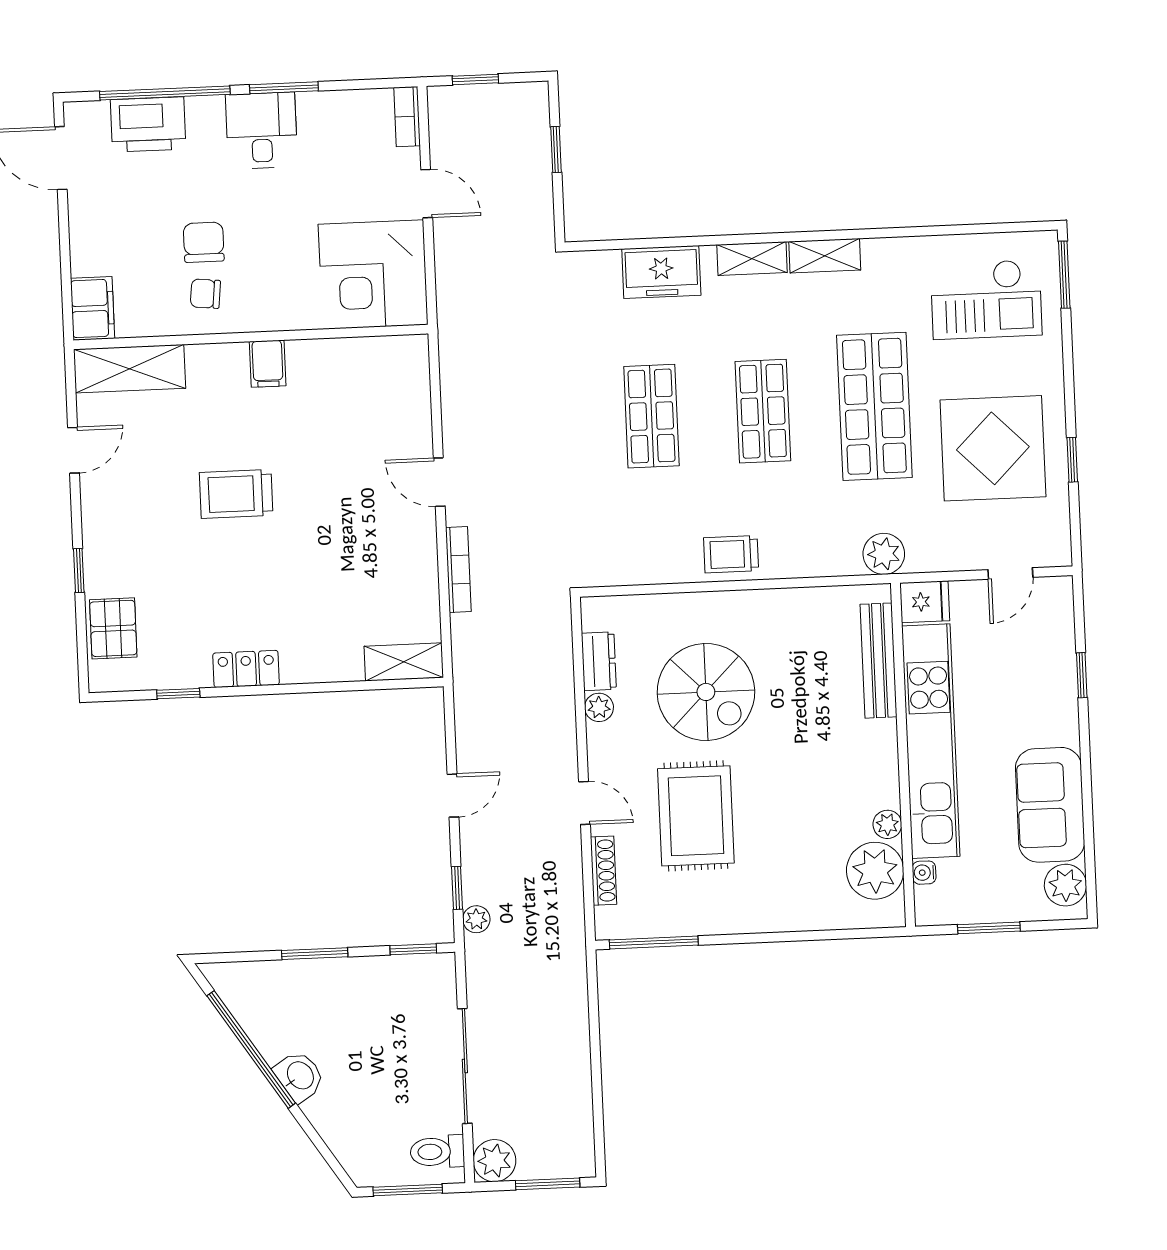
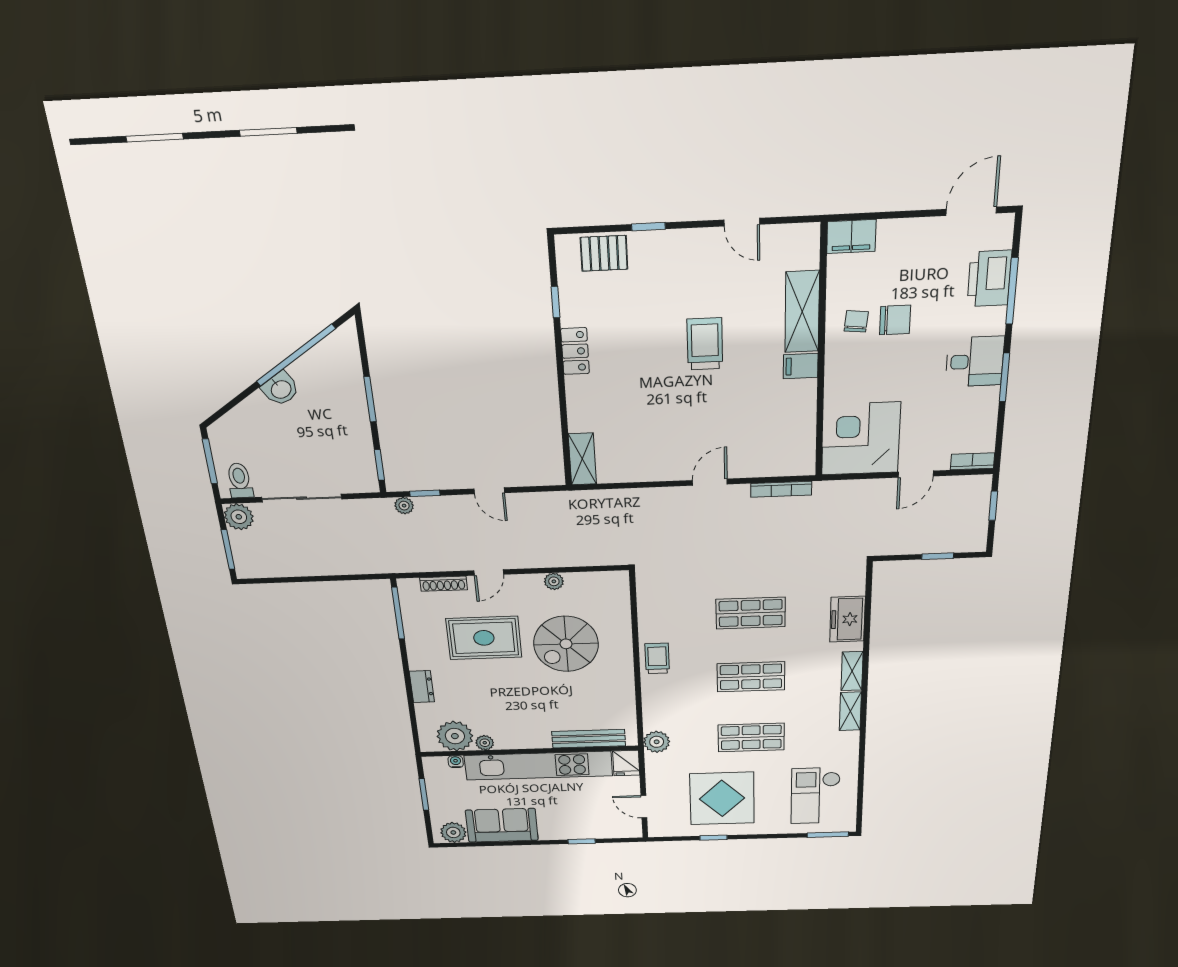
window: (165, 93) -> (1012, 291), width x0.68
shelving: (130, 369) -> (802, 312), moved
shop shelf: (874, 406) -> (751, 737), width x0.70, depth x0.74
bookcase: (458, 569) -> (781, 489), moved
dresser: (599, 661) -> (422, 687), moved, turned -90

